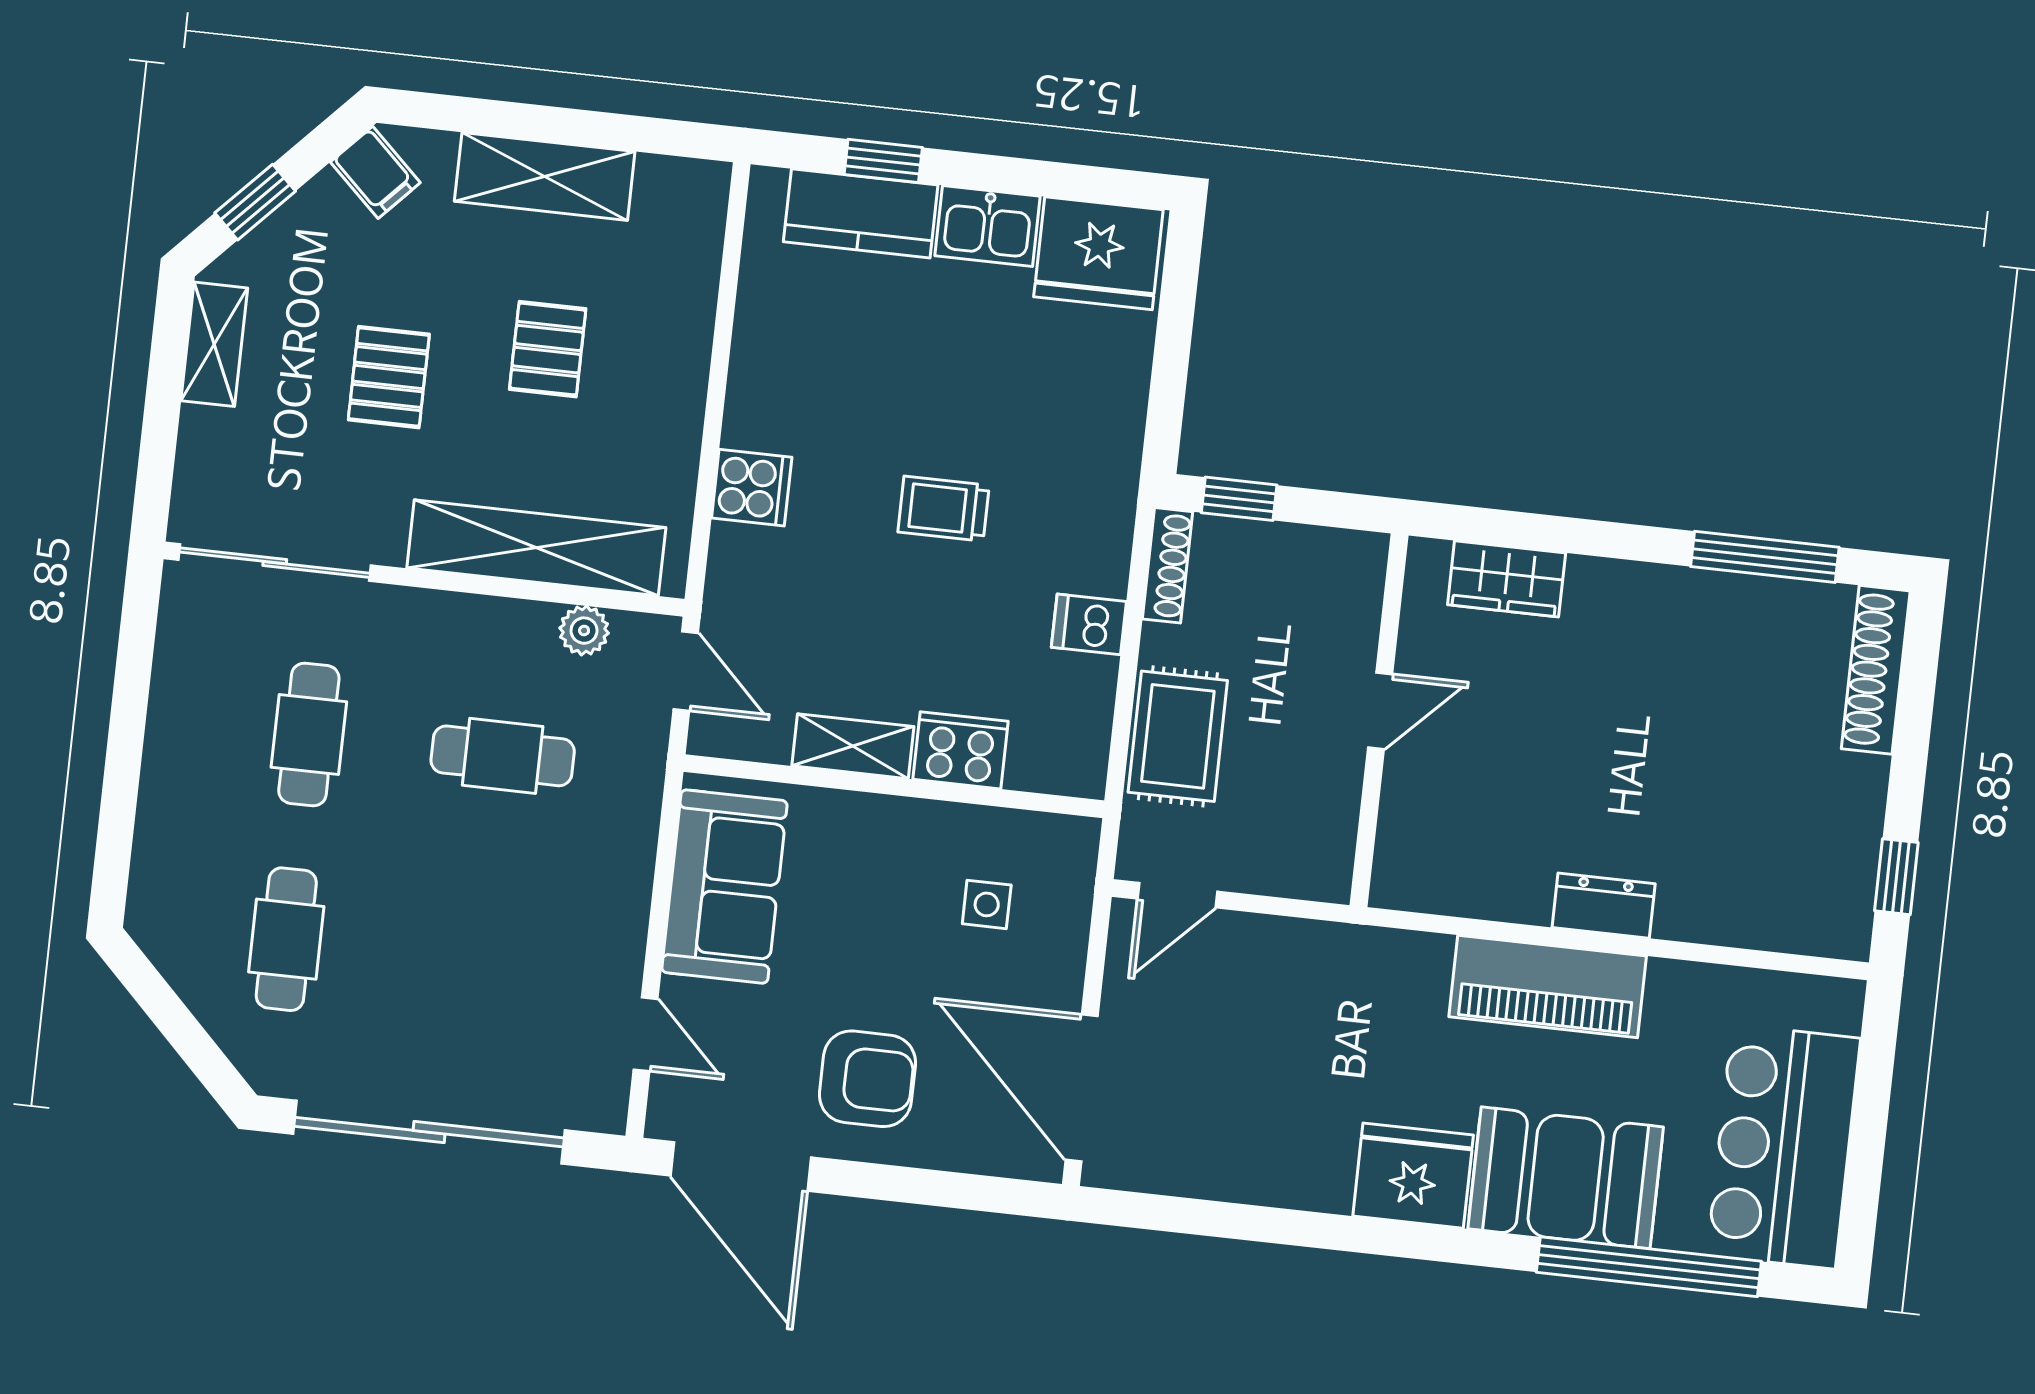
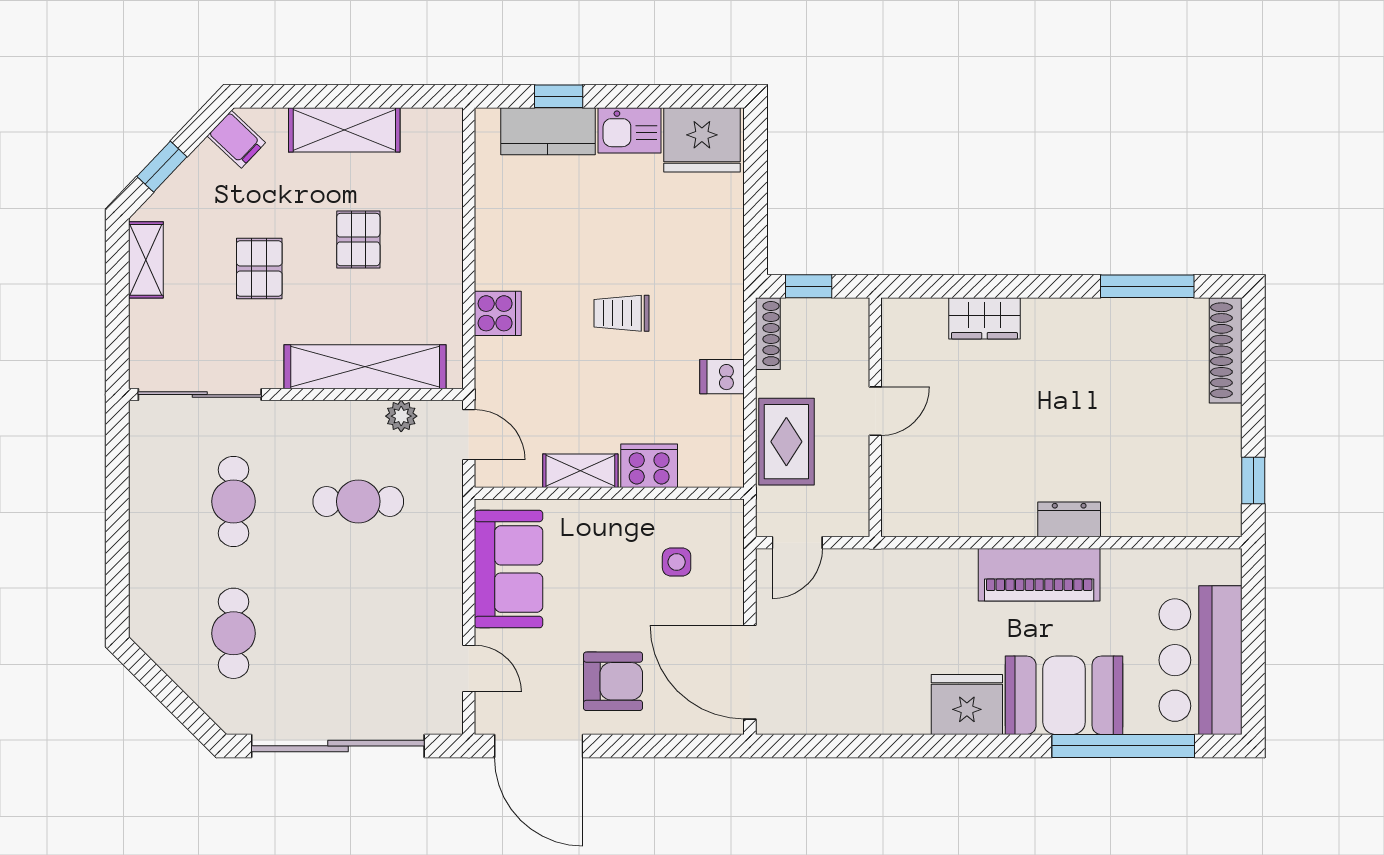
door: (1380, 711) -> (875, 411), moved
wall: (1379, 720) -> (875, 417), moved

